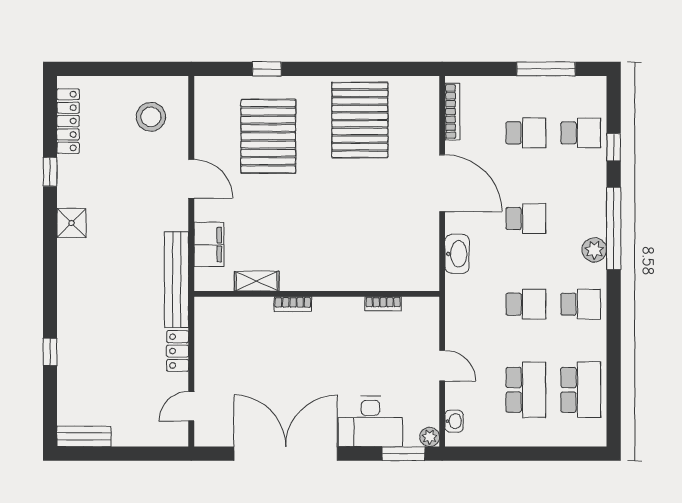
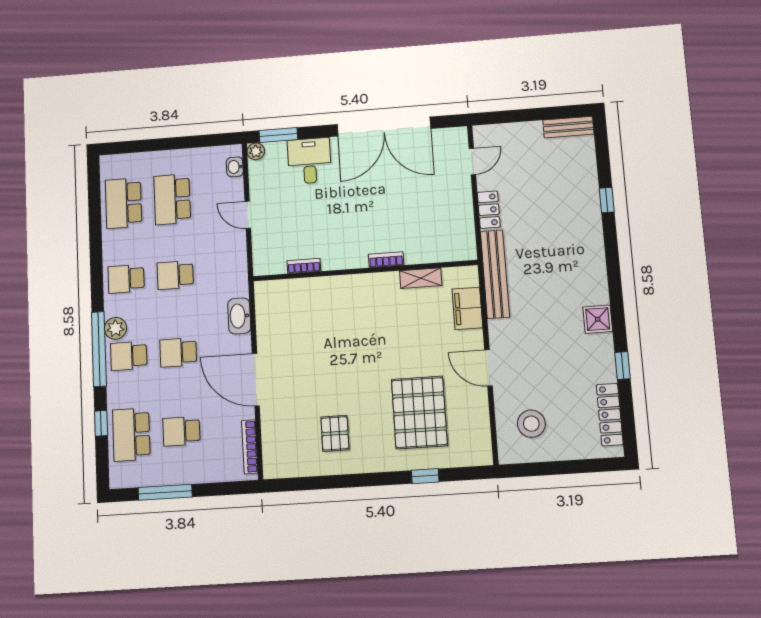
pallet: (360, 120) -> (335, 433), width x0.49, depth x0.50
school desk: (581, 133) -> (131, 435), width x1.85
school desk: (581, 219) -> (129, 356), added
desk: (370, 421) -> (309, 161), width x0.73

